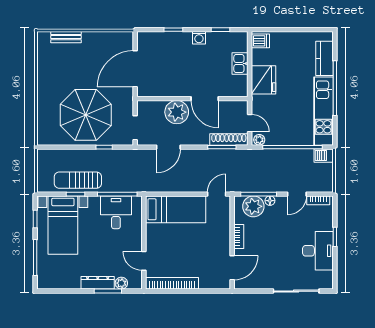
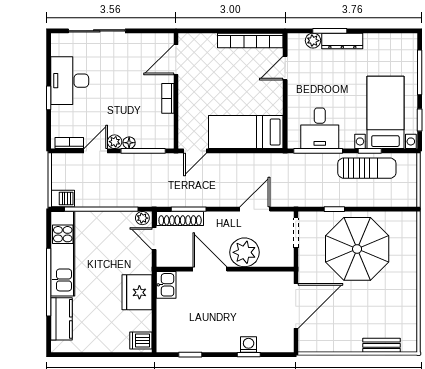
washing machine: (199, 38) -> (249, 345), moved
kitchen sink: (240, 63) -> (166, 285), moved
plant: (253, 206) -> (115, 142), moved, width x0.53, depth x0.53
door: (144, 261) -> (285, 68), swing flipped

